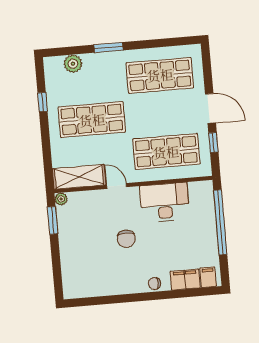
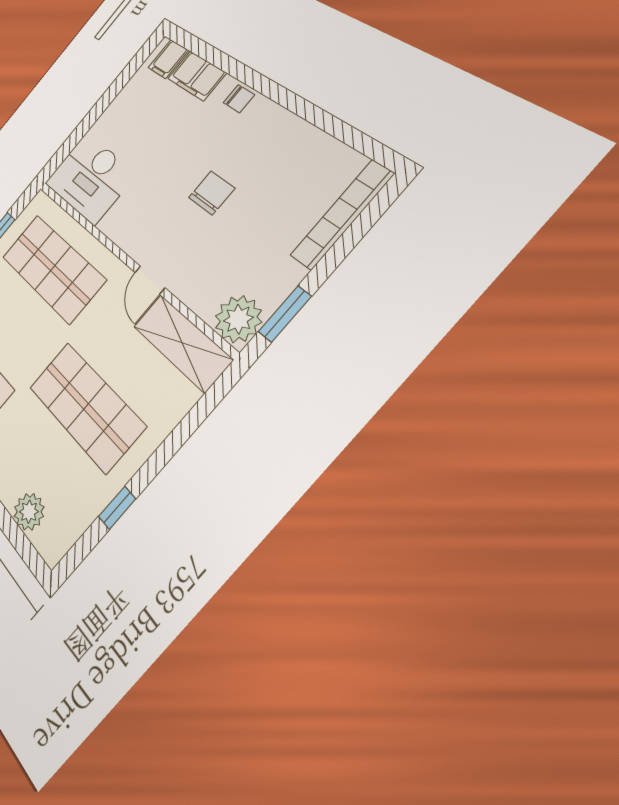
plant: (61, 199) -> (238, 319), width x1.87, depth x1.87
desk: (165, 202) -> (90, 178), moved
window: (220, 222) -> (89, 121), removed
bookcase: (67, 271) -> (342, 215), added

